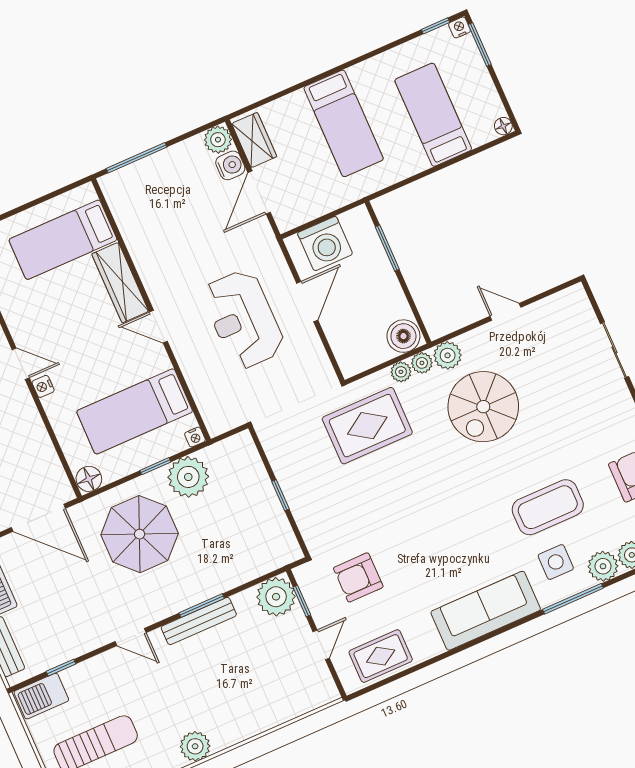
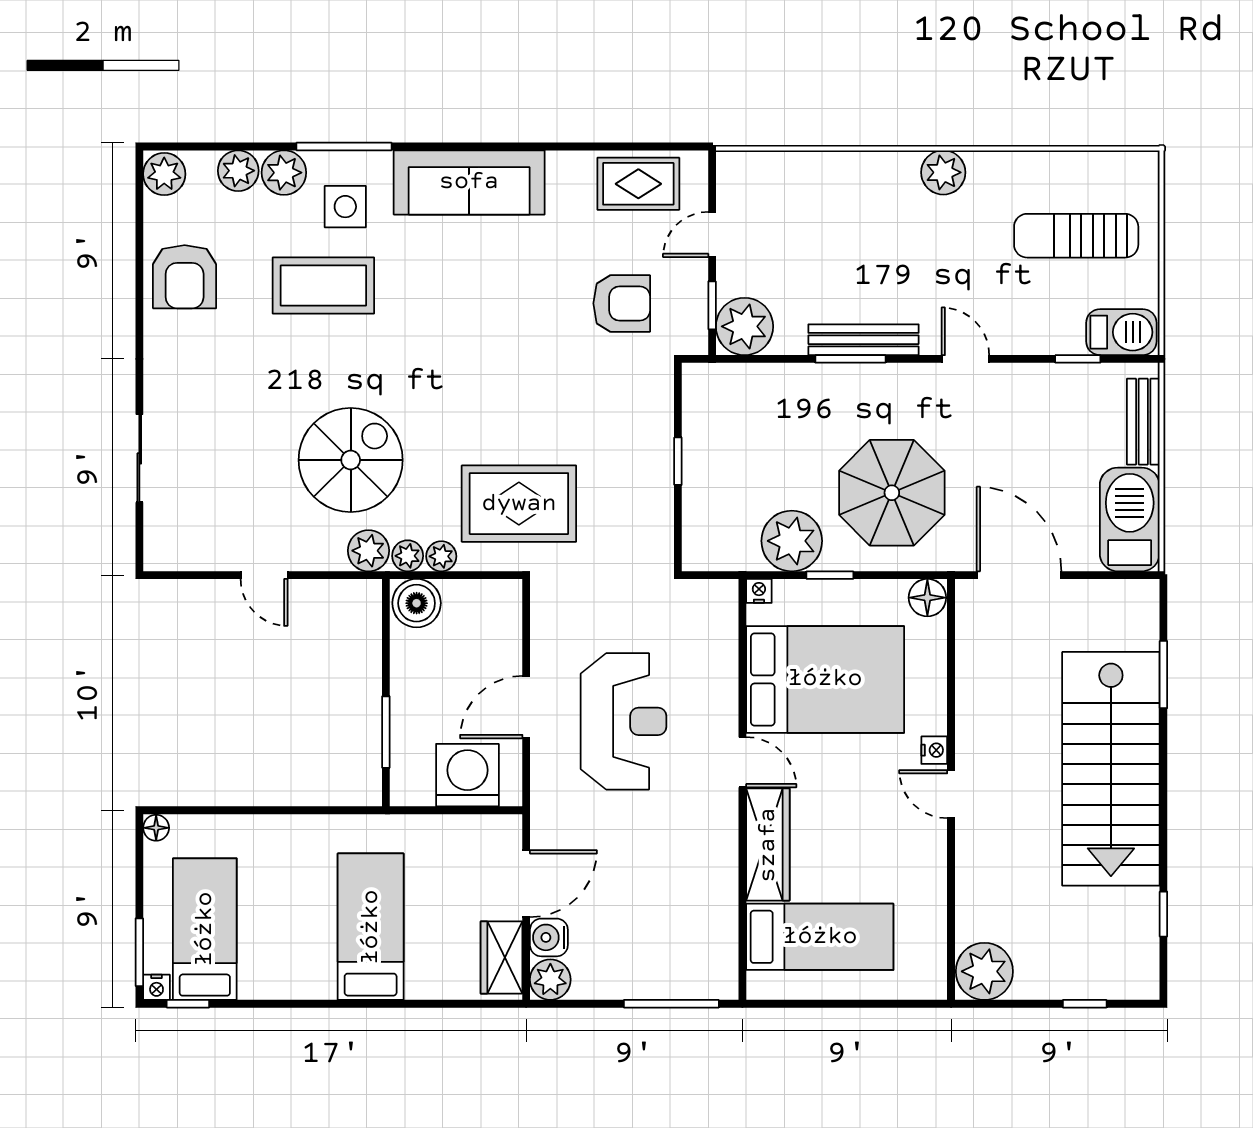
bed: (433, 115) -> (205, 929), moved, turned 180
bed: (135, 411) -> (825, 679), width x1.50

